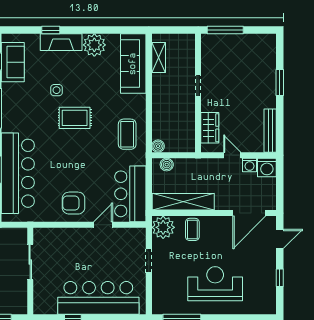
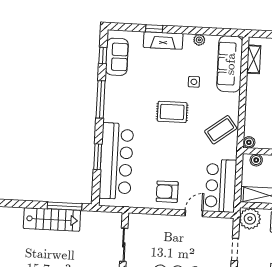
plant: (94, 45) -> (199, 40), width x0.53, depth x0.53
side table: (57, 90) -> (194, 82), moved
coffee table: (127, 134) -> (221, 130), turned 53

